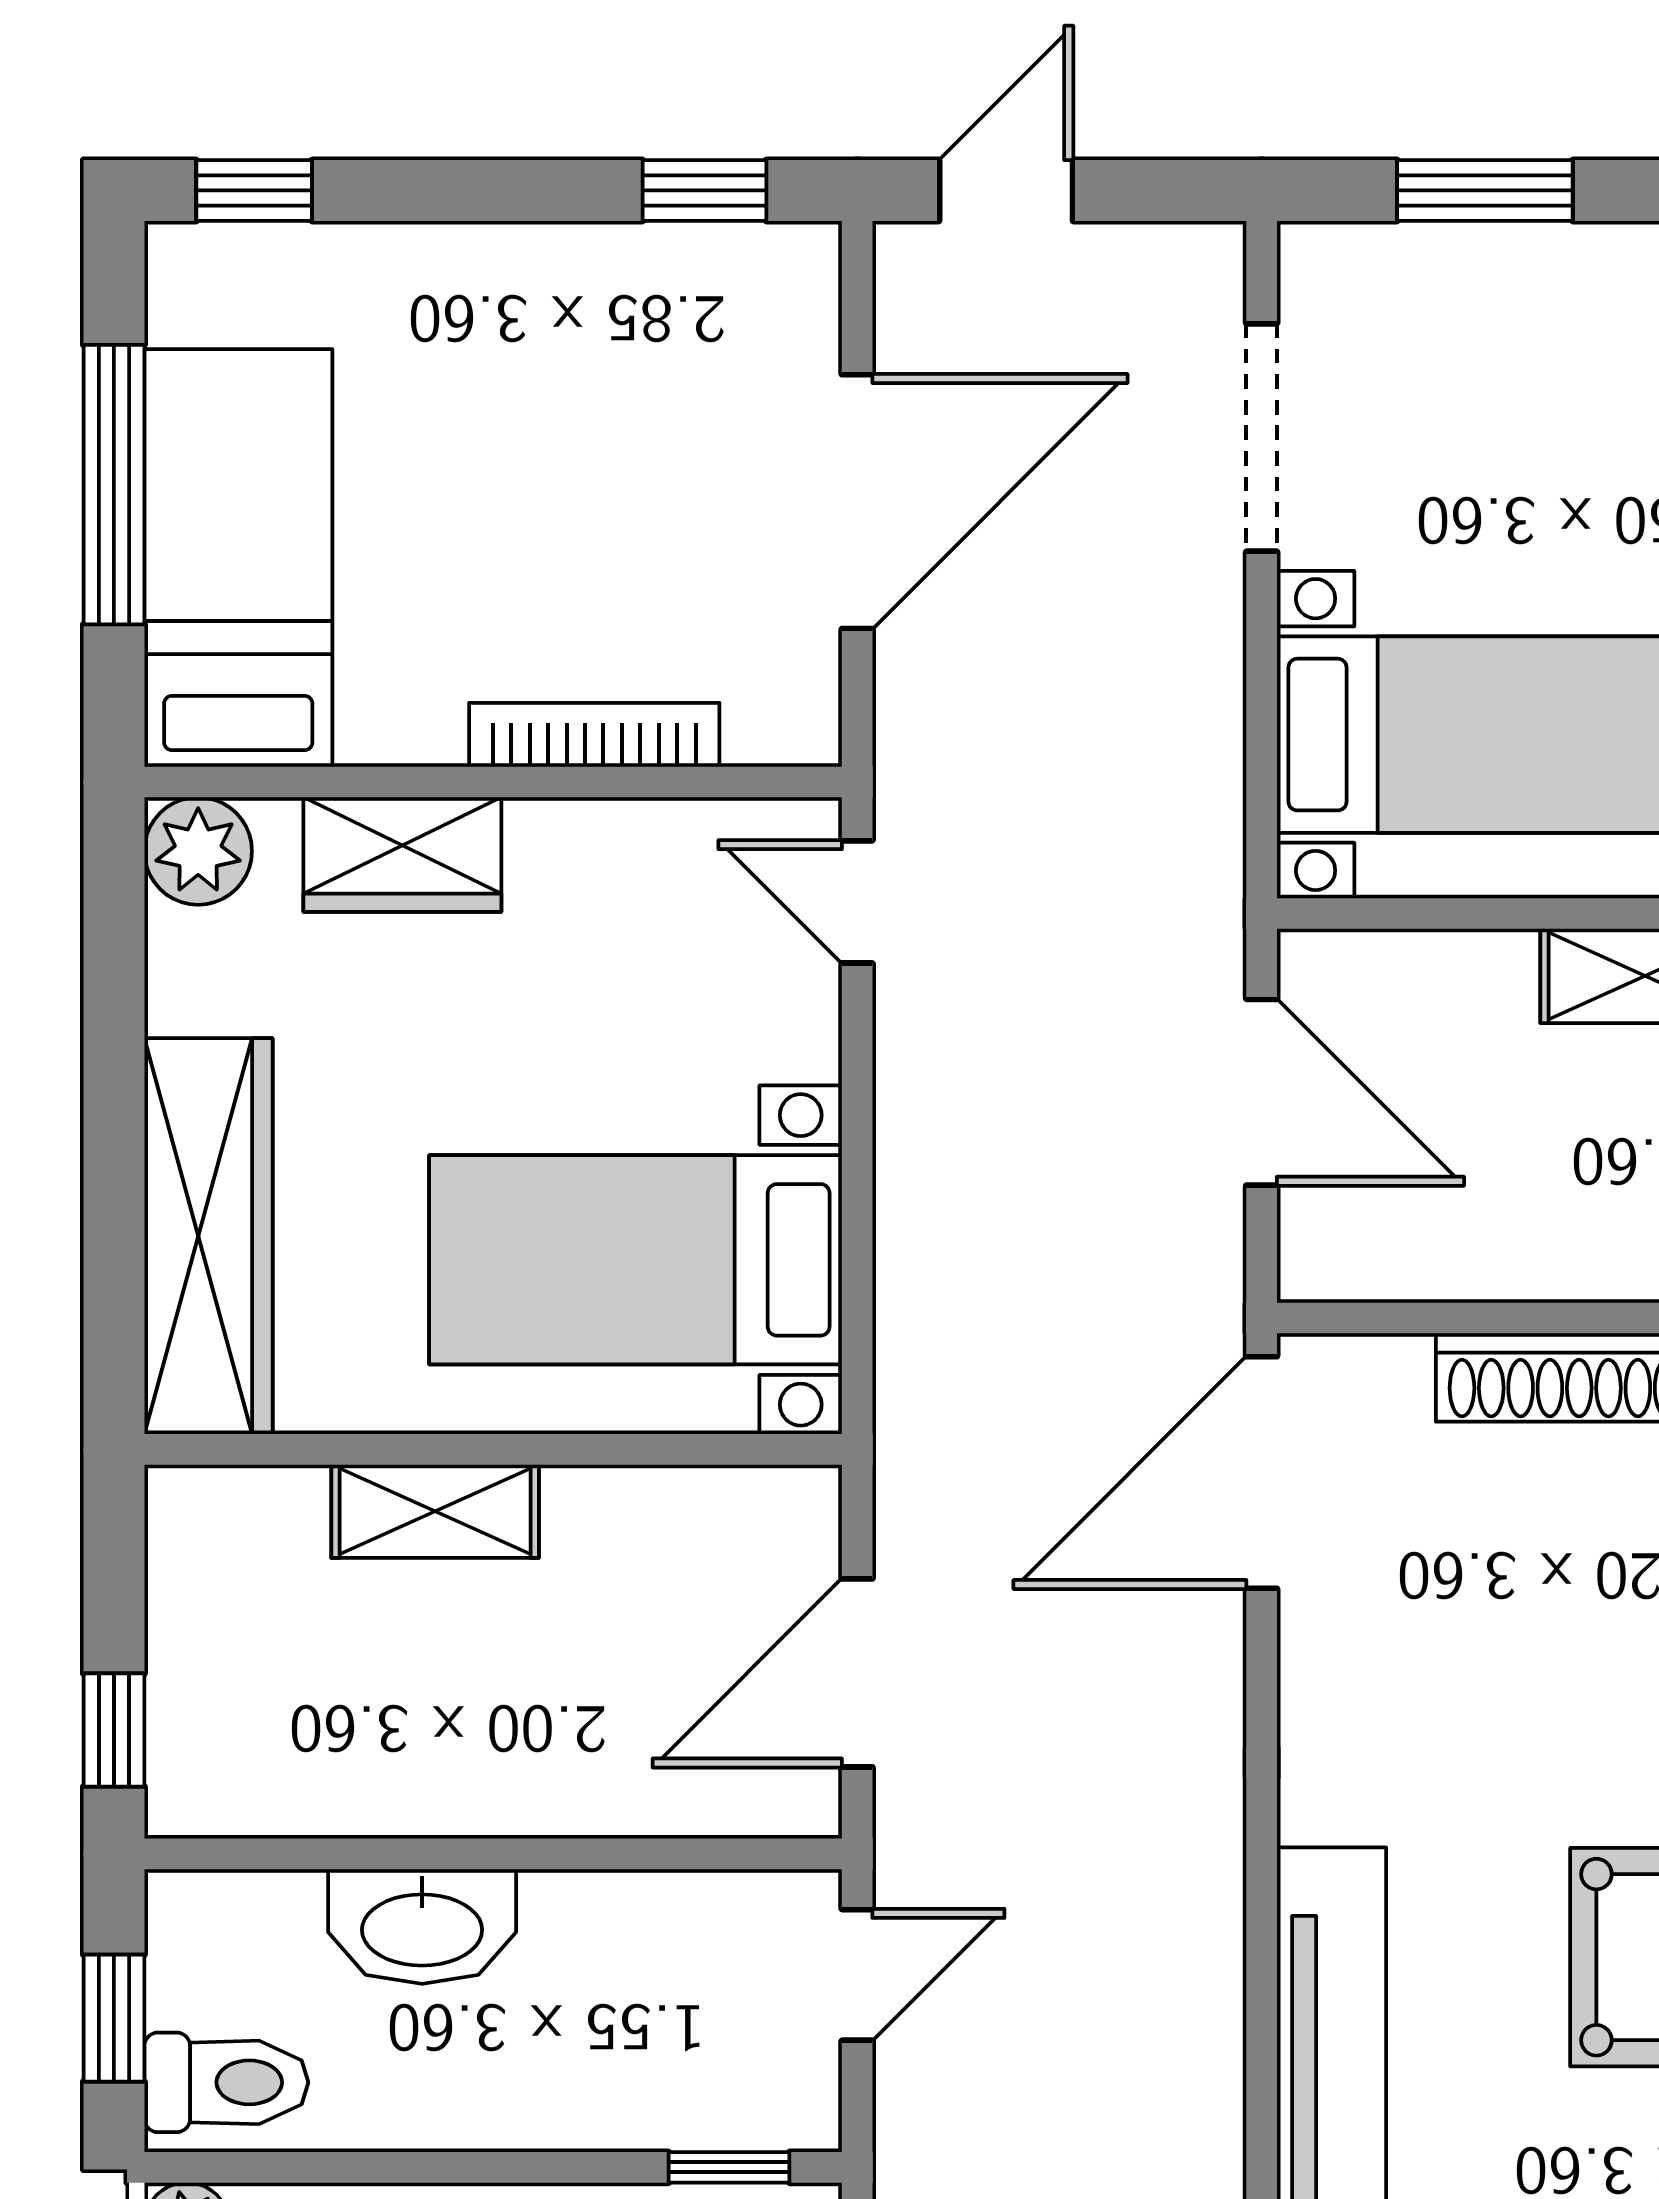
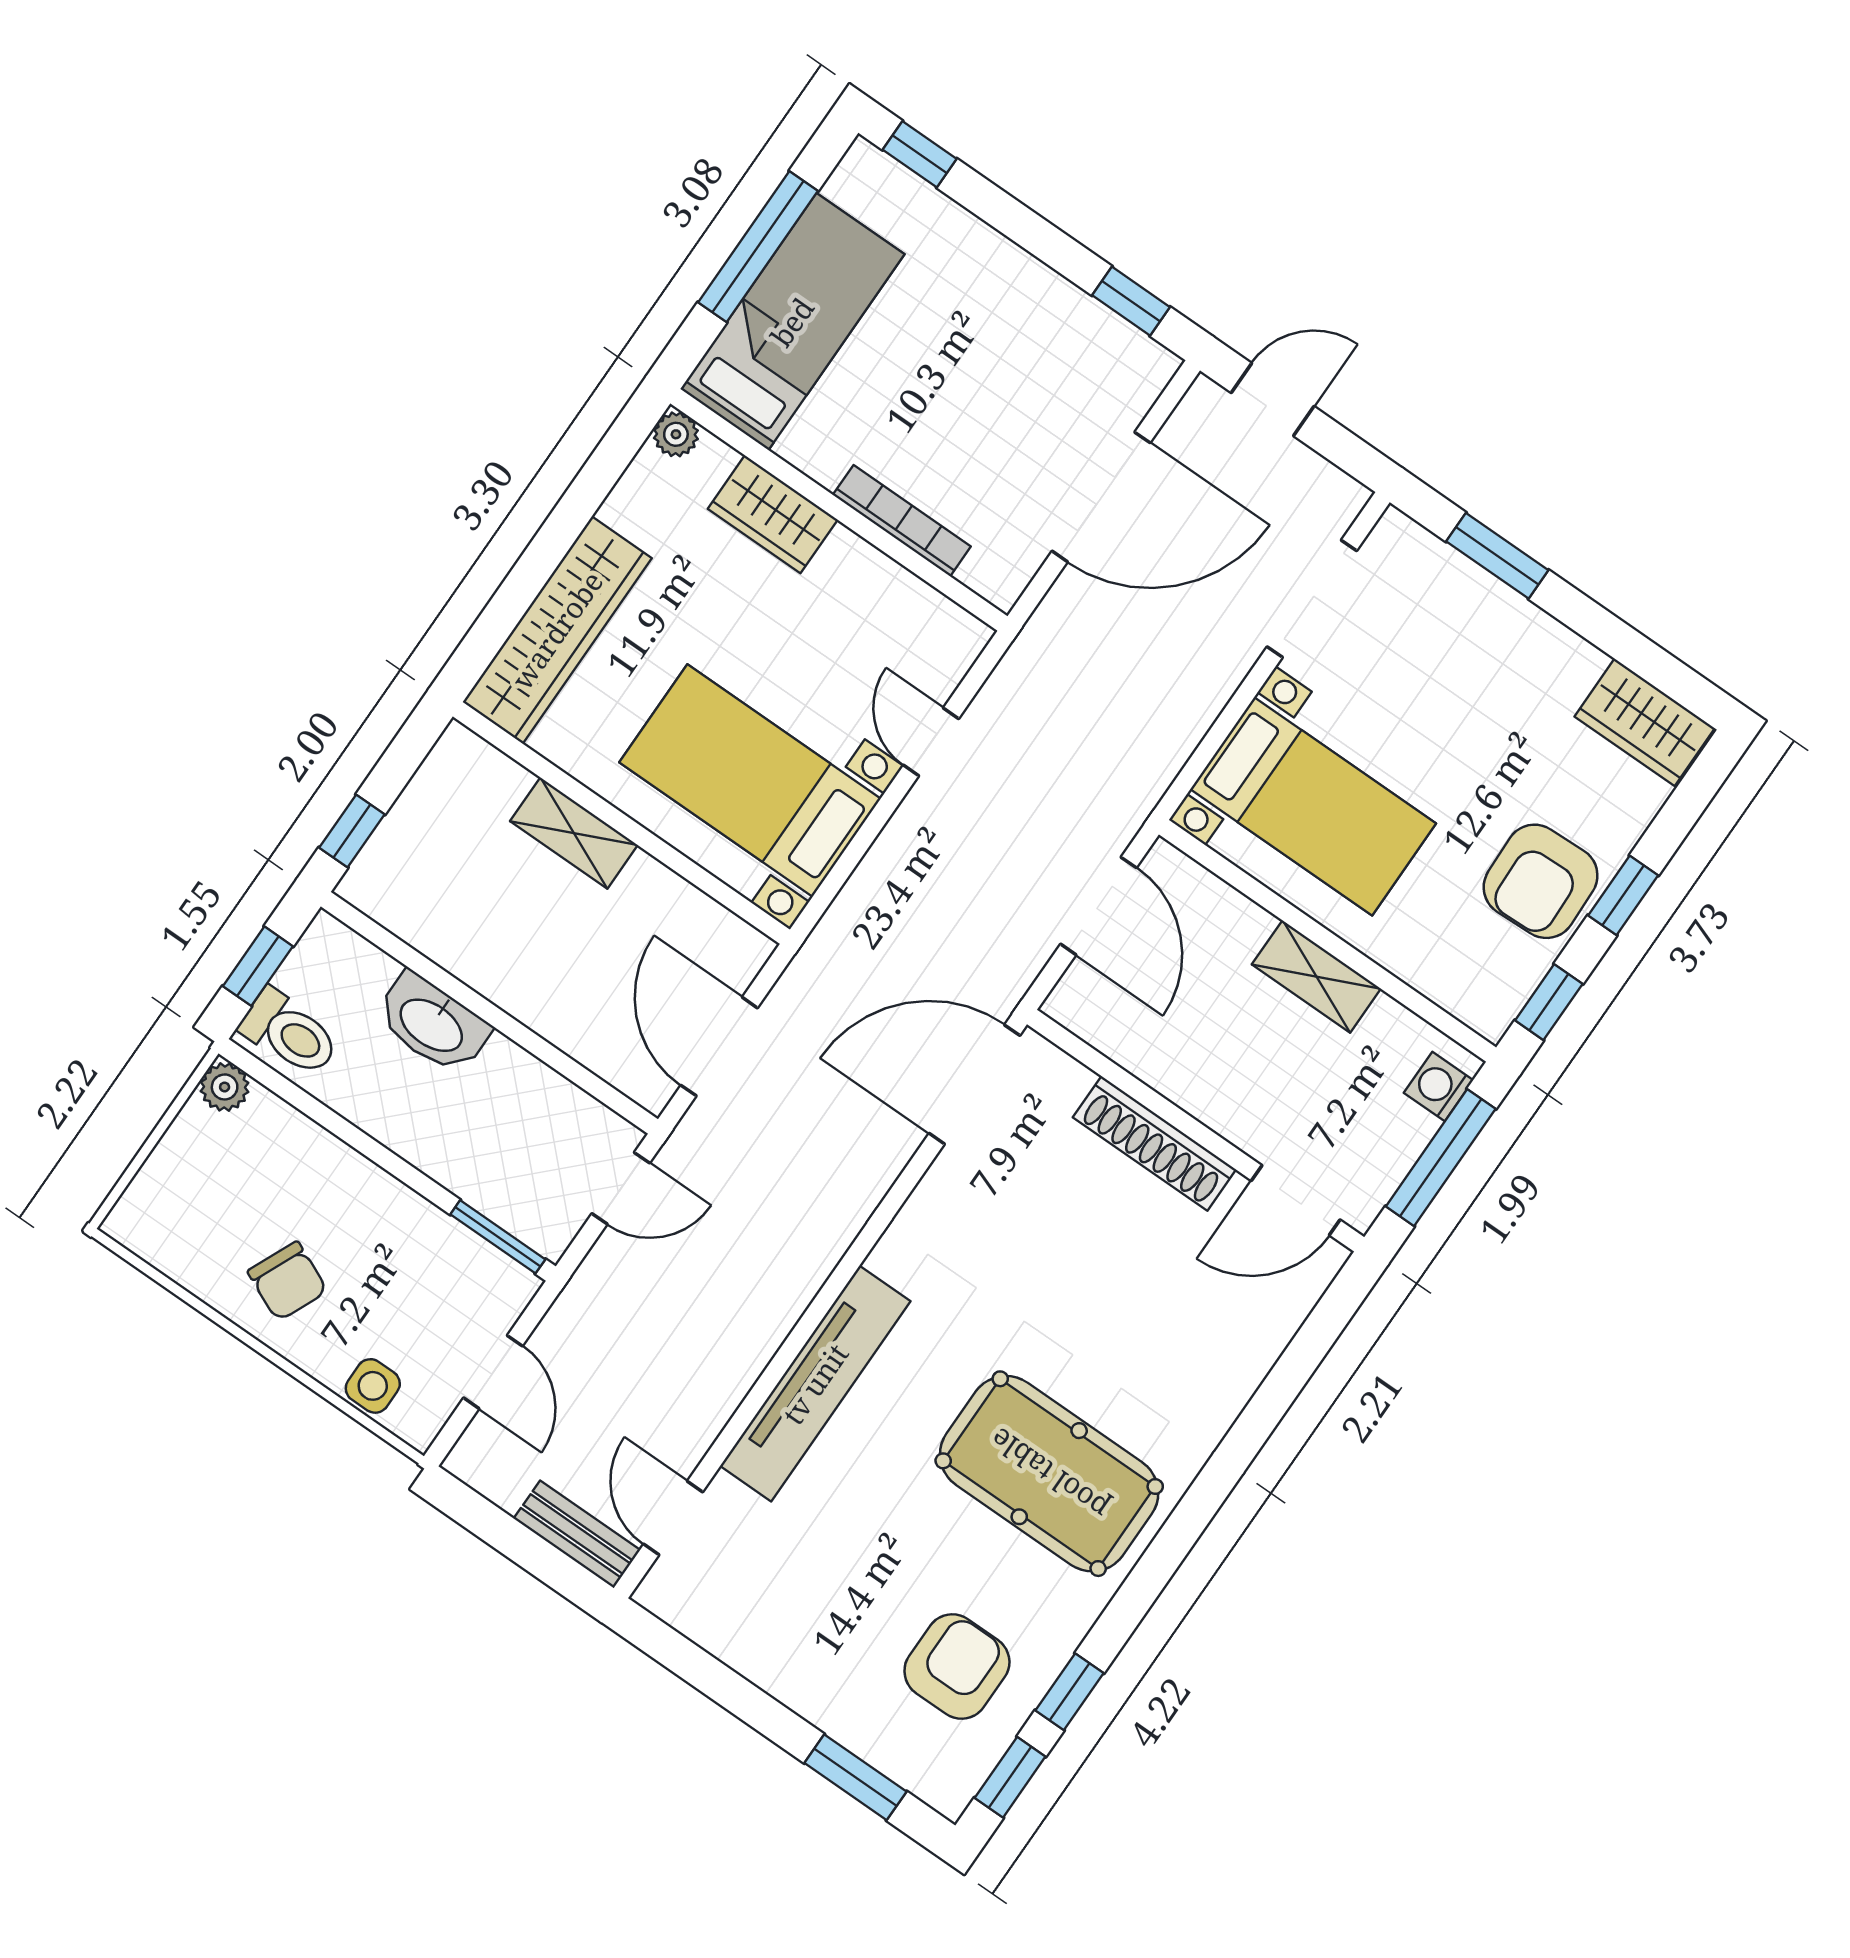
plant: (198, 851) -> (676, 434), width x0.73, depth x0.73
door: (857, 902) -> (931, 742), moved
door: (857, 1673) -> (719, 1047), hinge flipped
window: (729, 2167) -> (498, 1237), width x1.50

